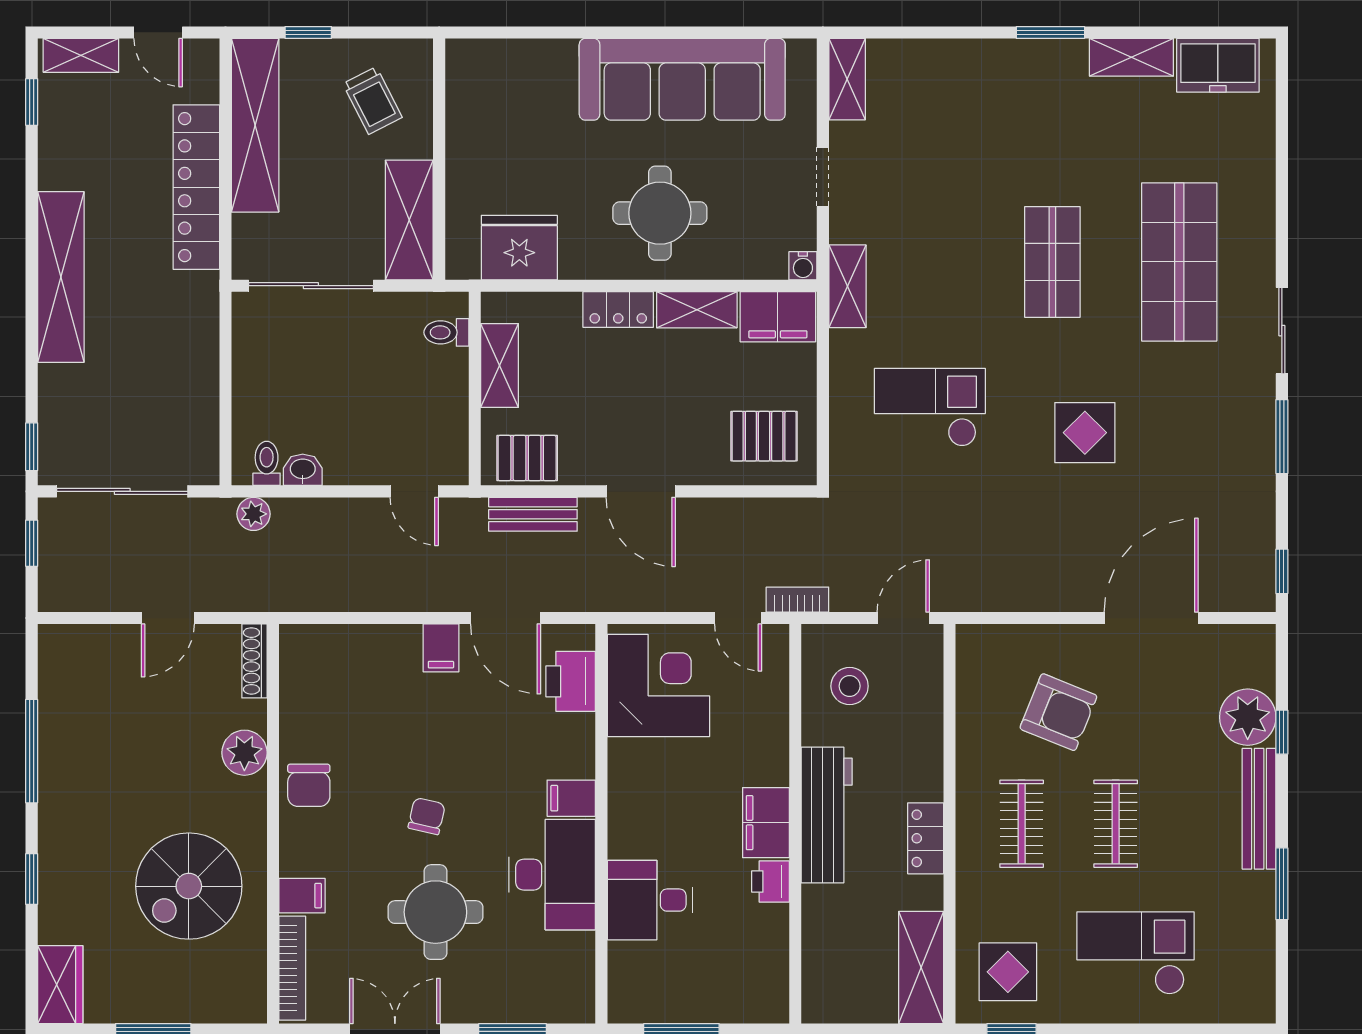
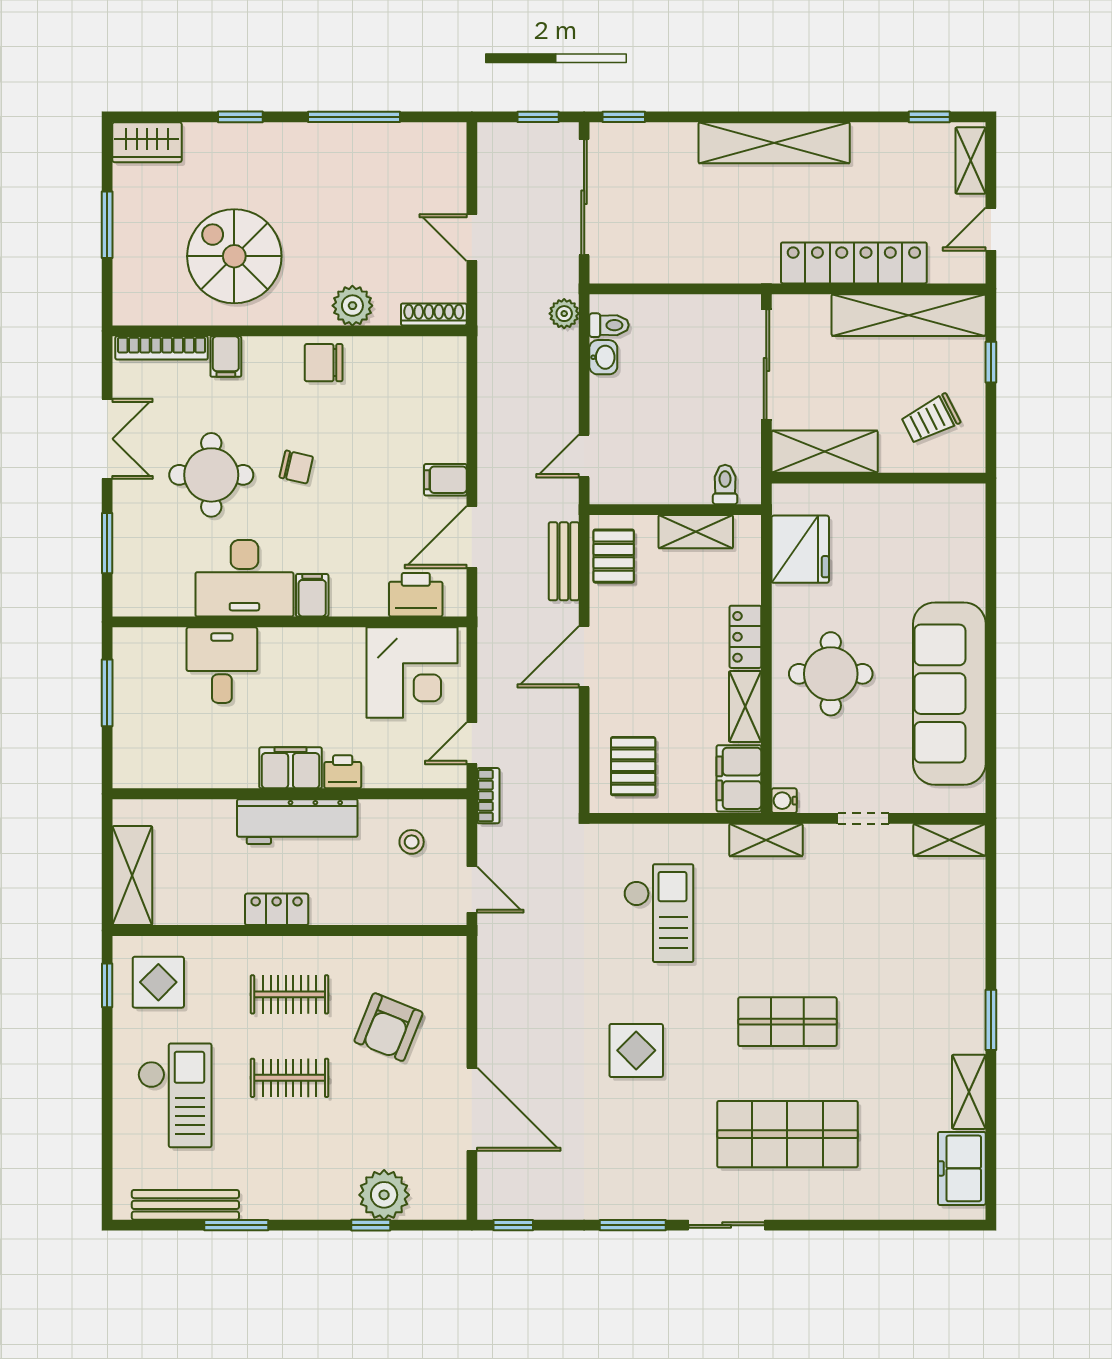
stool: (850, 686) -> (412, 842), width x0.73, depth x0.73
bench: (1259, 809) -> (185, 1205), moved
printer: (771, 881) -> (343, 772), moved
shelving: (921, 967) -> (132, 876), moved, turned 90

